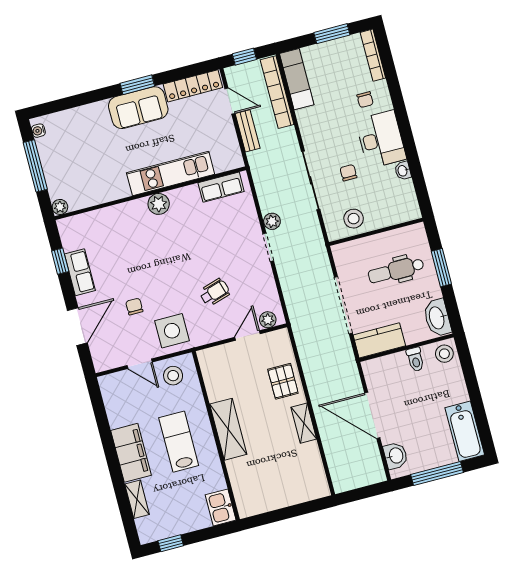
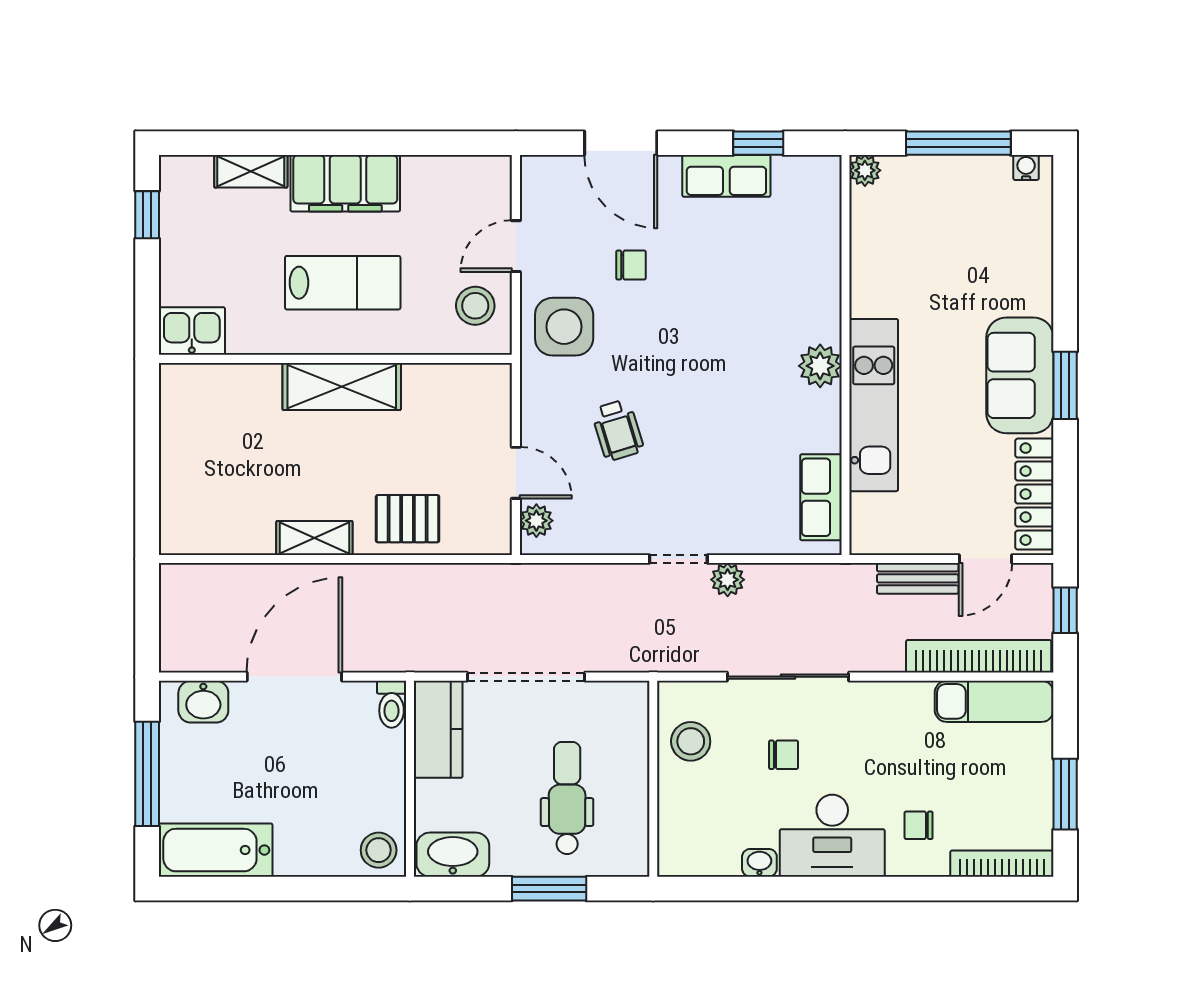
toilet: (415, 359) -> (392, 704), moved, turned -90

